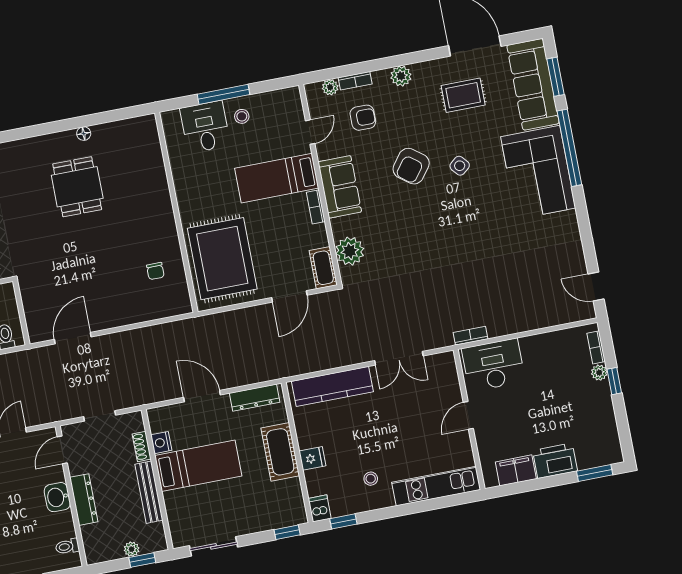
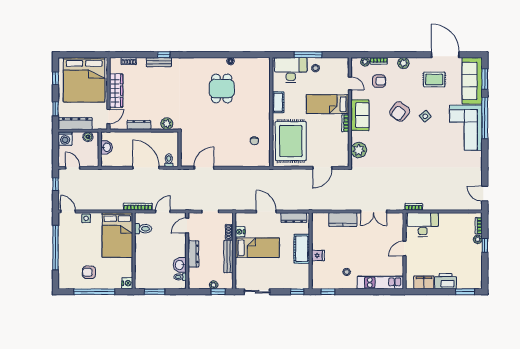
desk: (205, 127) -> (291, 70), width x1.37
door: (310, 132) -> (350, 83), hinge flipped
cot: (323, 268) -> (278, 102), moved
kitchen counter: (332, 386) -> (343, 220), width x0.67
washbasin: (57, 497) -> (180, 265), moved
dishwasher: (320, 508) -> (317, 282), removed

